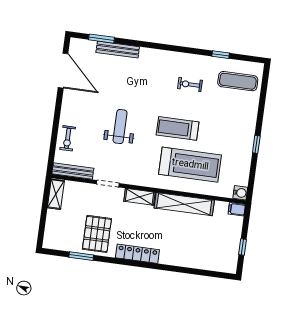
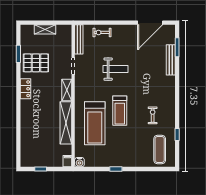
treadmill: (178, 128) -> (120, 111), turned 180
shelving: (56, 194) -> (45, 29), moved
locker: (137, 254) -> (26, 89), width x0.66

